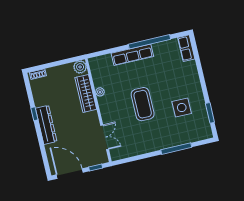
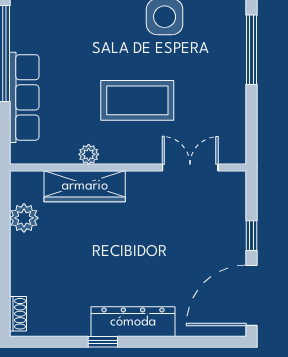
plant: (100, 92) -> (89, 154), moved
wardrobe: (86, 93) -> (85, 186), moved
wall: (98, 110) -> (128, 168), moved
double door: (105, 137) -> (190, 168), moved

